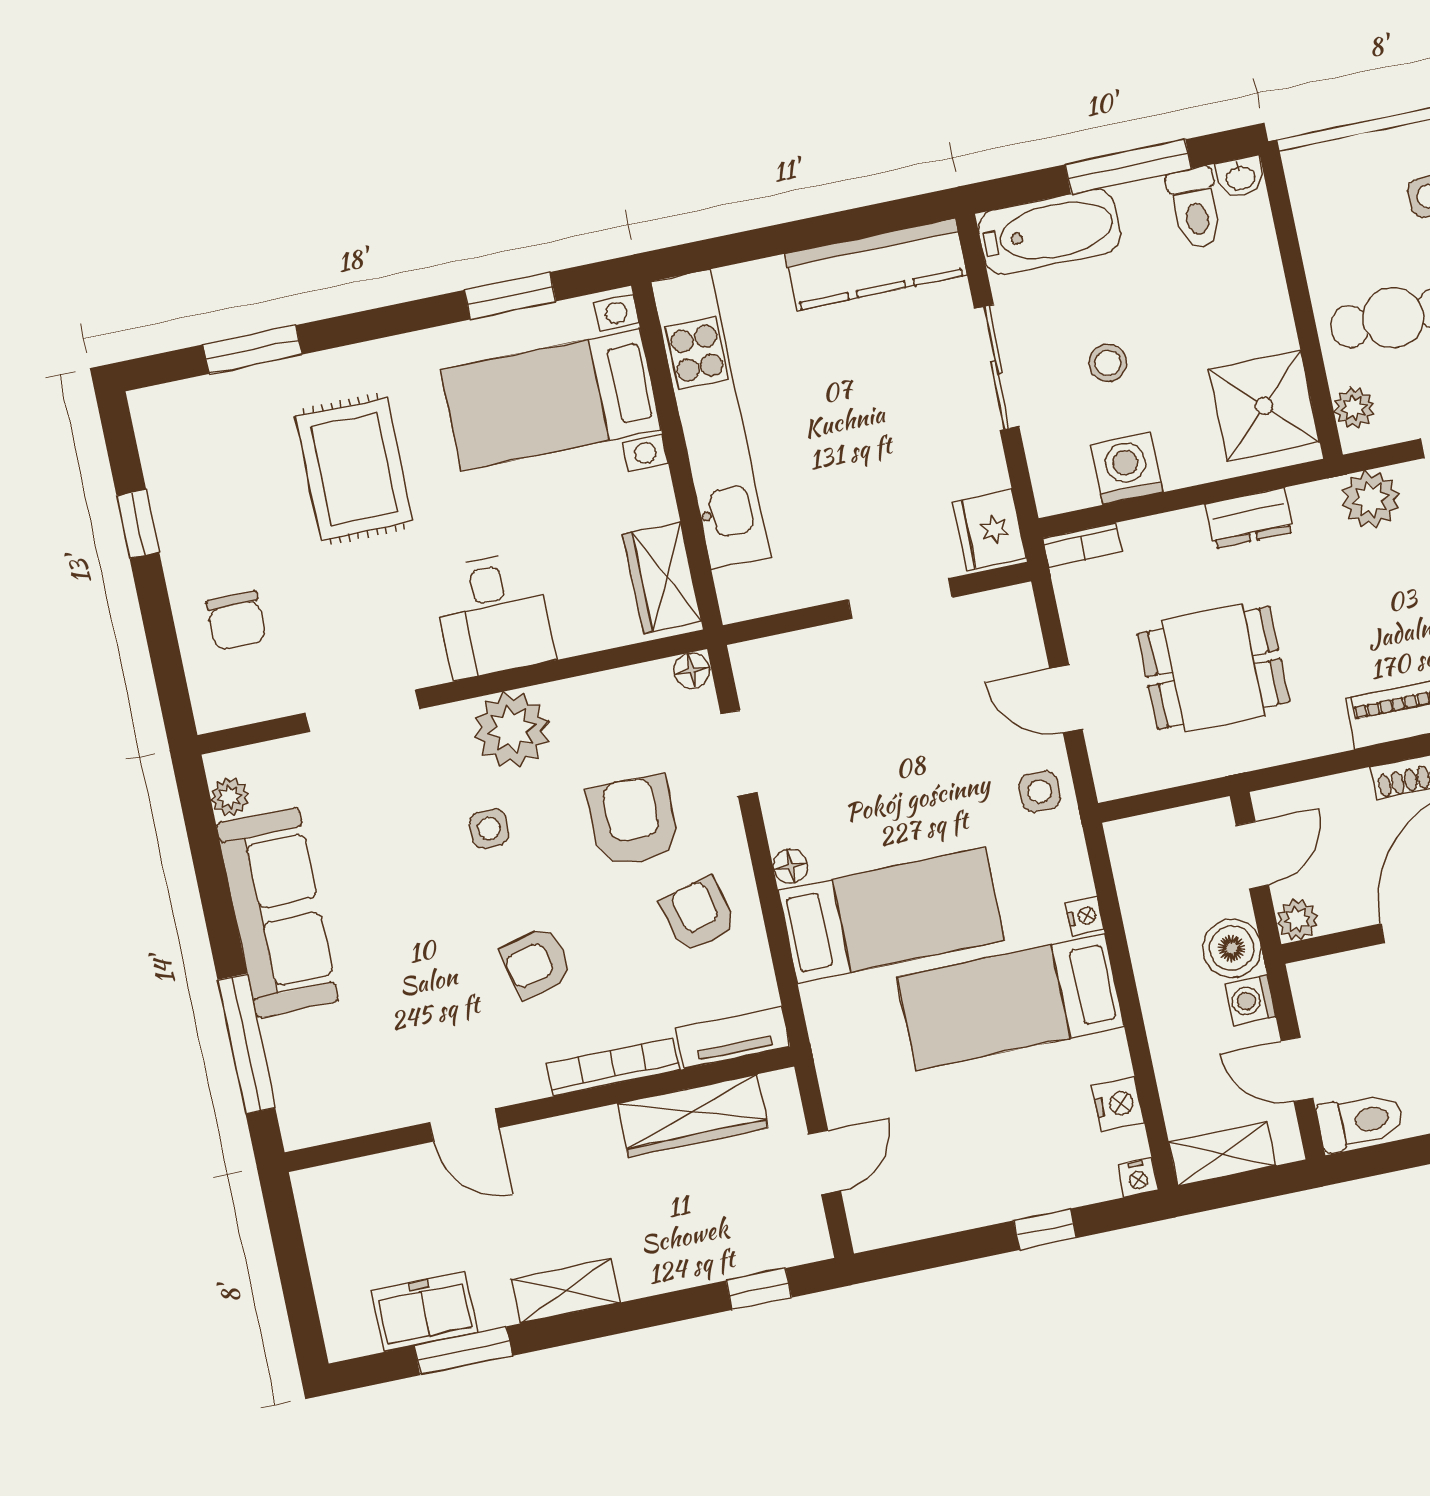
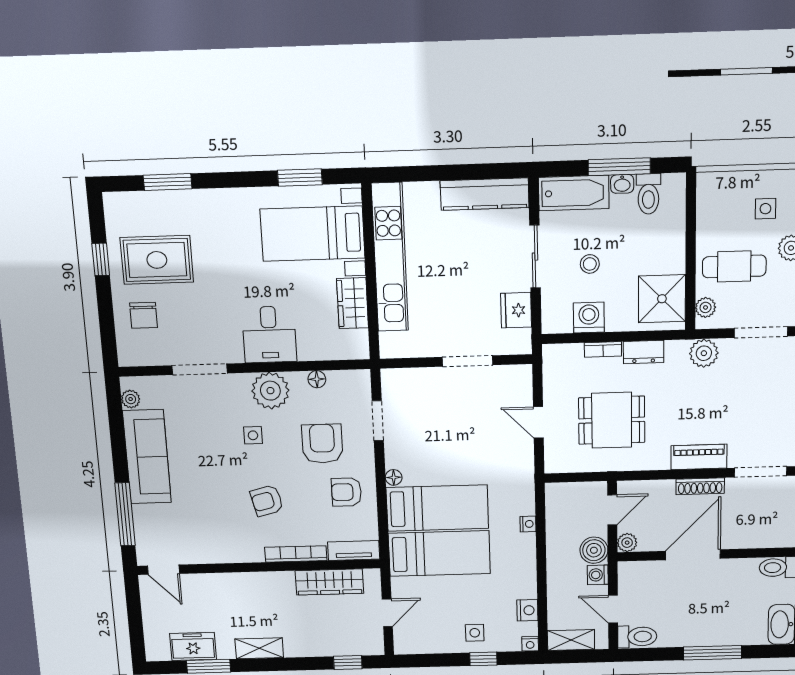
washbasin: (1240, 177) -> (622, 184), moved
rug: (354, 469) -> (157, 260), moved, turned 90
fridge: (990, 530) -> (516, 310), moved
bookcase: (1082, 545) -> (603, 349), moved
wardrobe: (662, 578) -> (352, 303), moved
floor lamp: (692, 671) -> (317, 379), moved
side table: (1040, 792) -> (475, 633), moved
armchair: (698, 914) -> (346, 492), turned -76
bed: (1011, 1002) -> (439, 553), moved, turned 180
door: (464, 1125) -> (163, 570), moved

